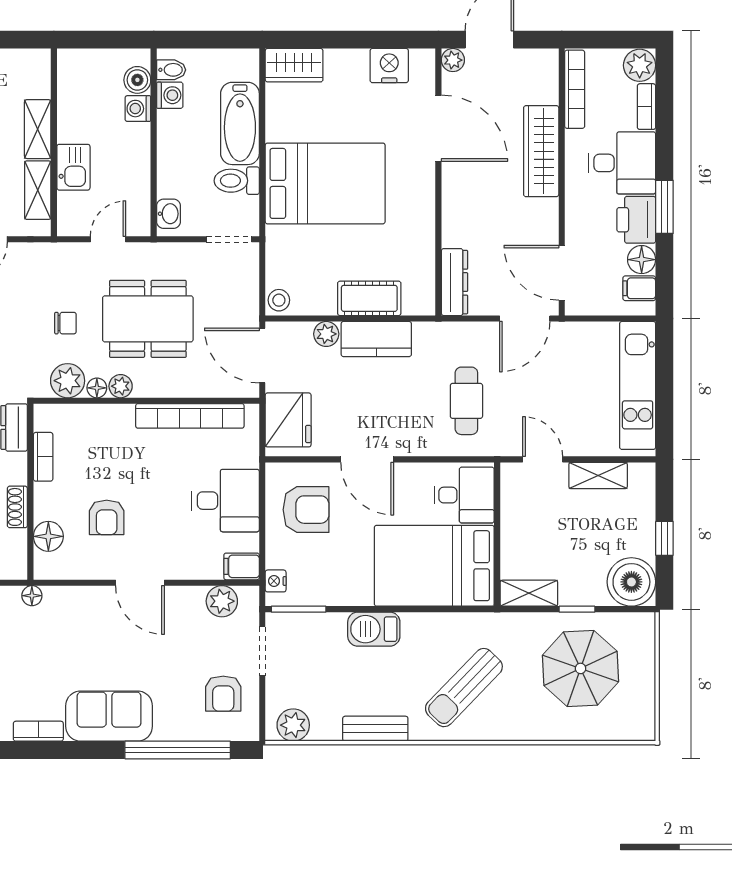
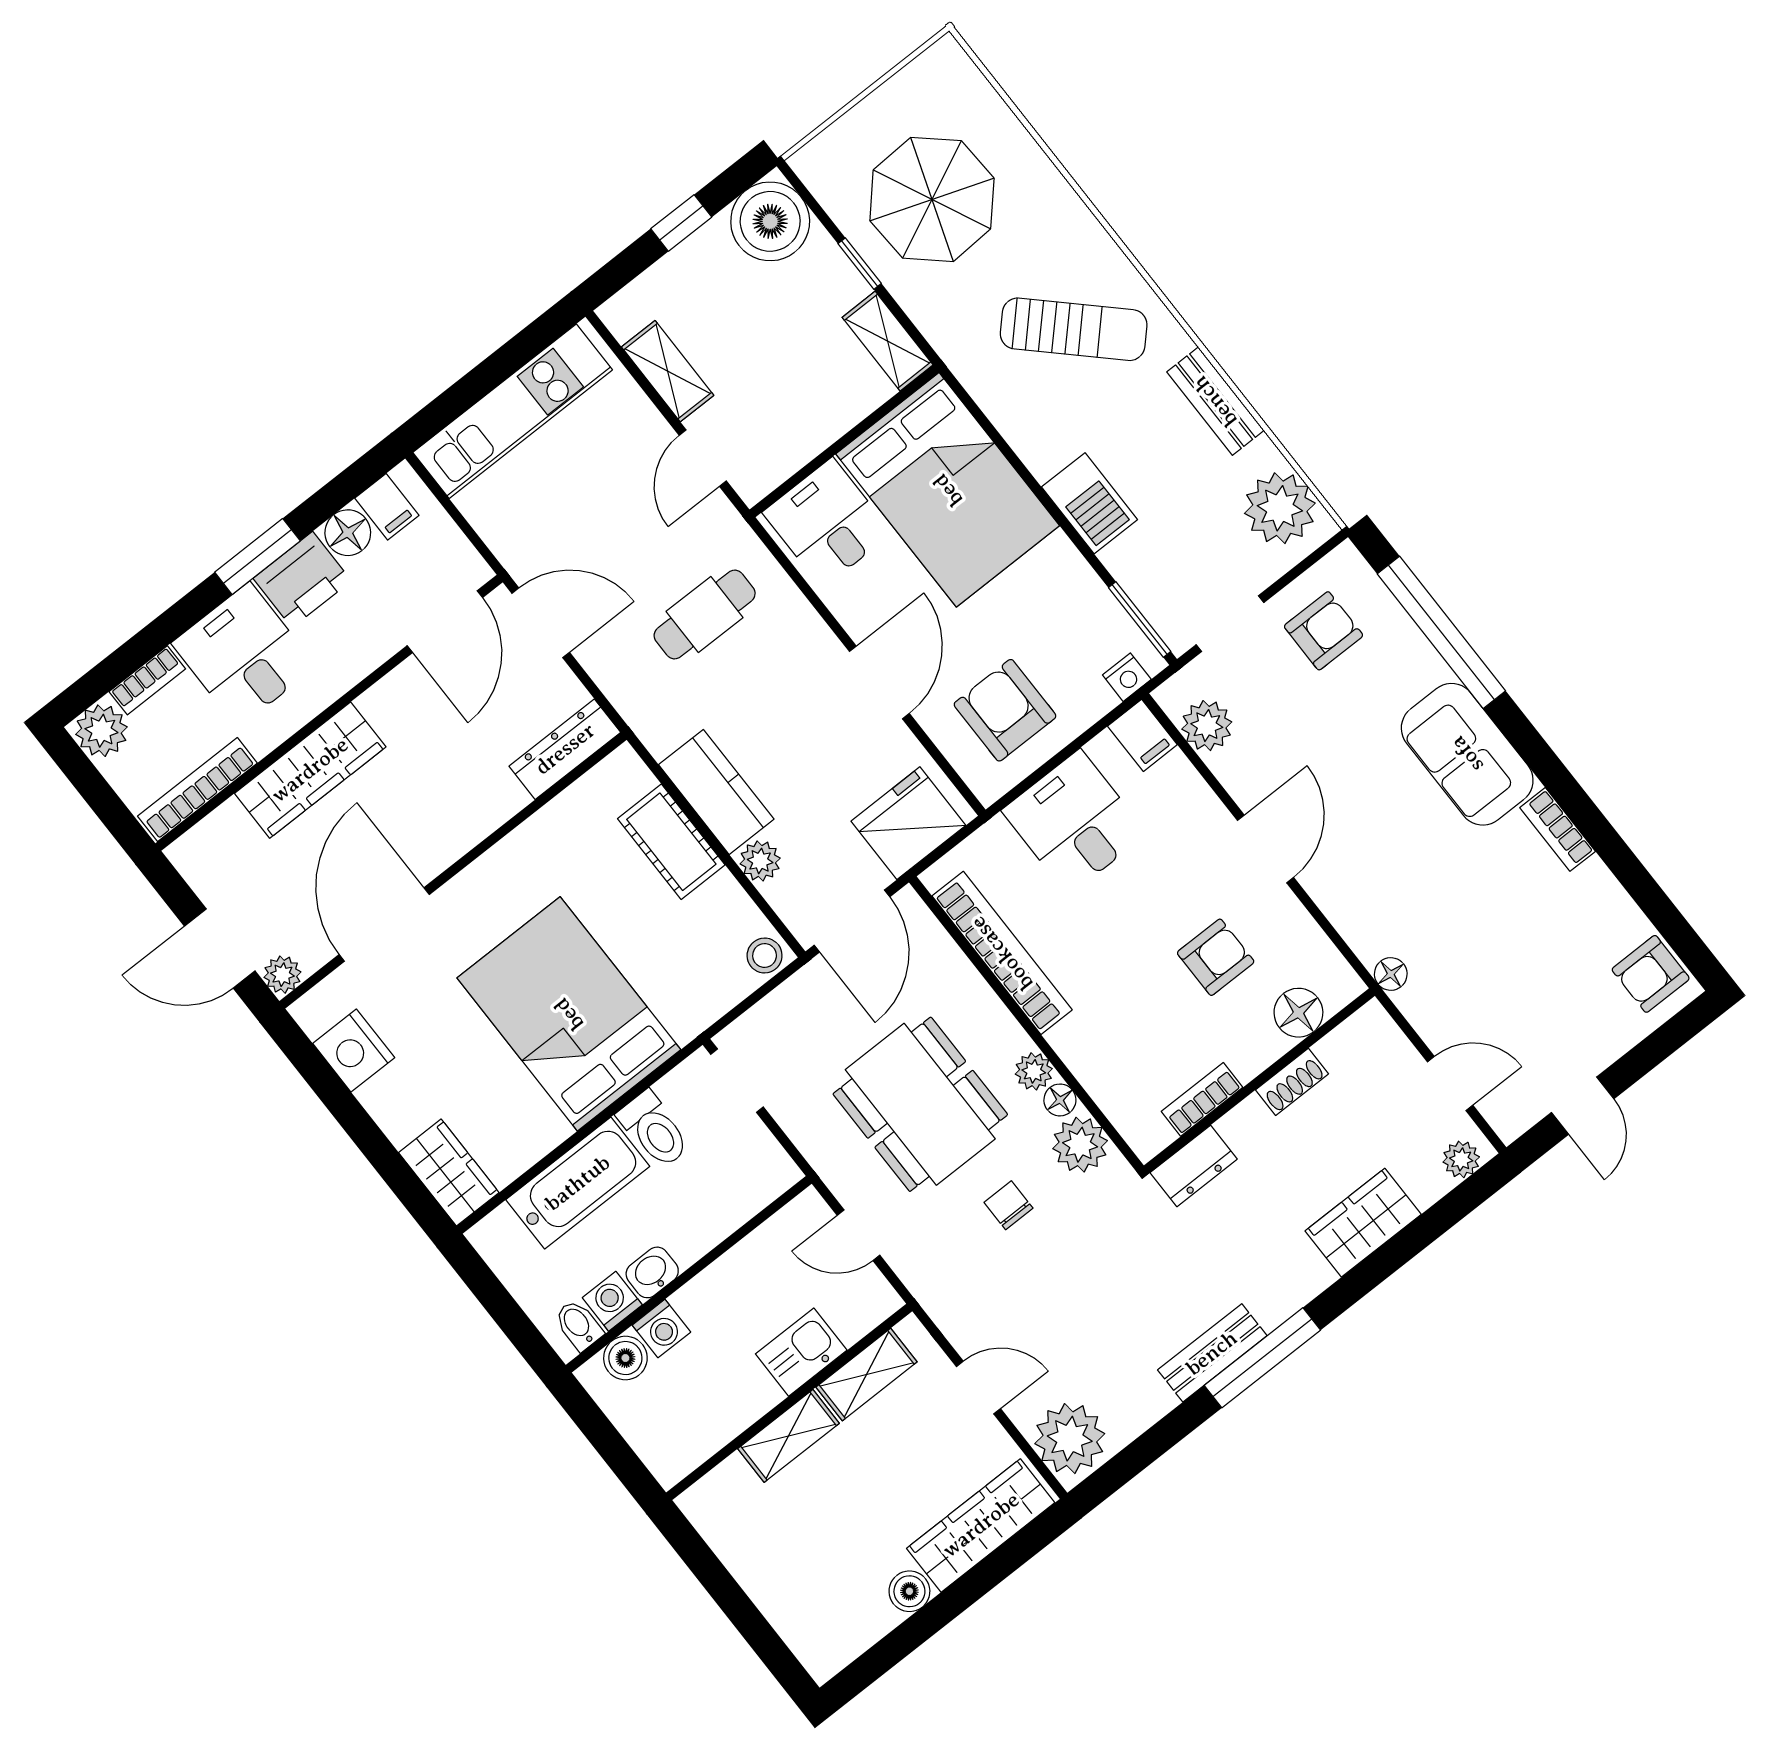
washbasin: (169, 214) -> (652, 1272), moved
plant: (293, 725) -> (1280, 508), width x1.36, depth x1.36

